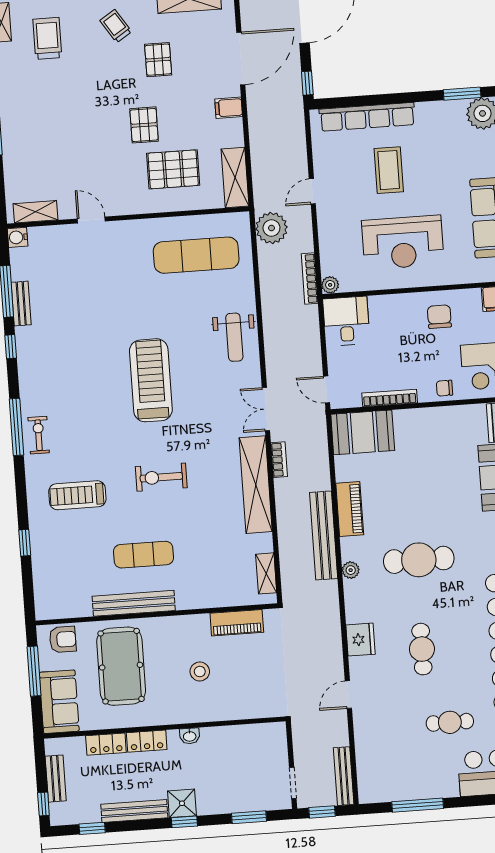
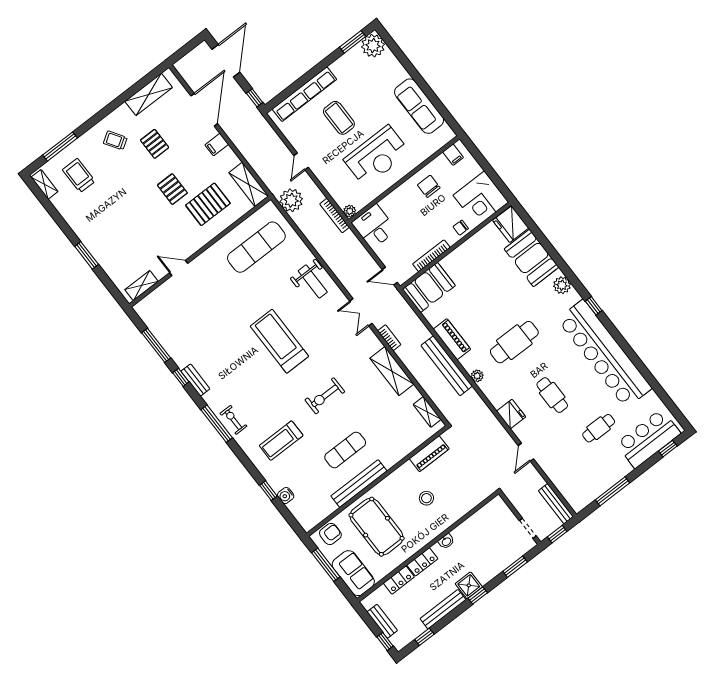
water cooler: (18, 237) -> (286, 496), moved
bench: (21, 304) -> (195, 380), moved
shelving: (256, 485) -> (392, 371), width x0.68

